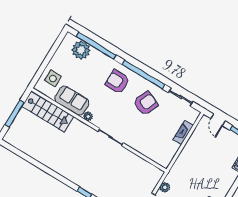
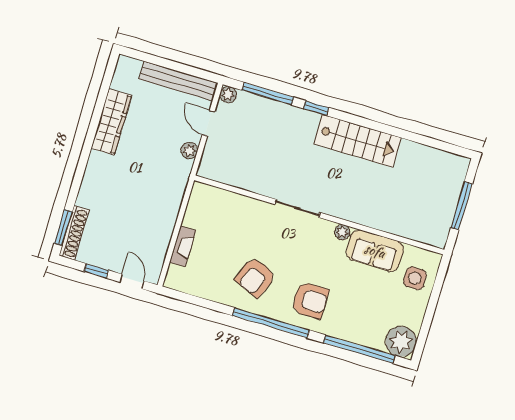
plant: (81, 50) -> (401, 342), moved
sliding door: (181, 97) -> (202, 302), removed
stairs: (48, 111) -> (357, 141), moved, turned 180

